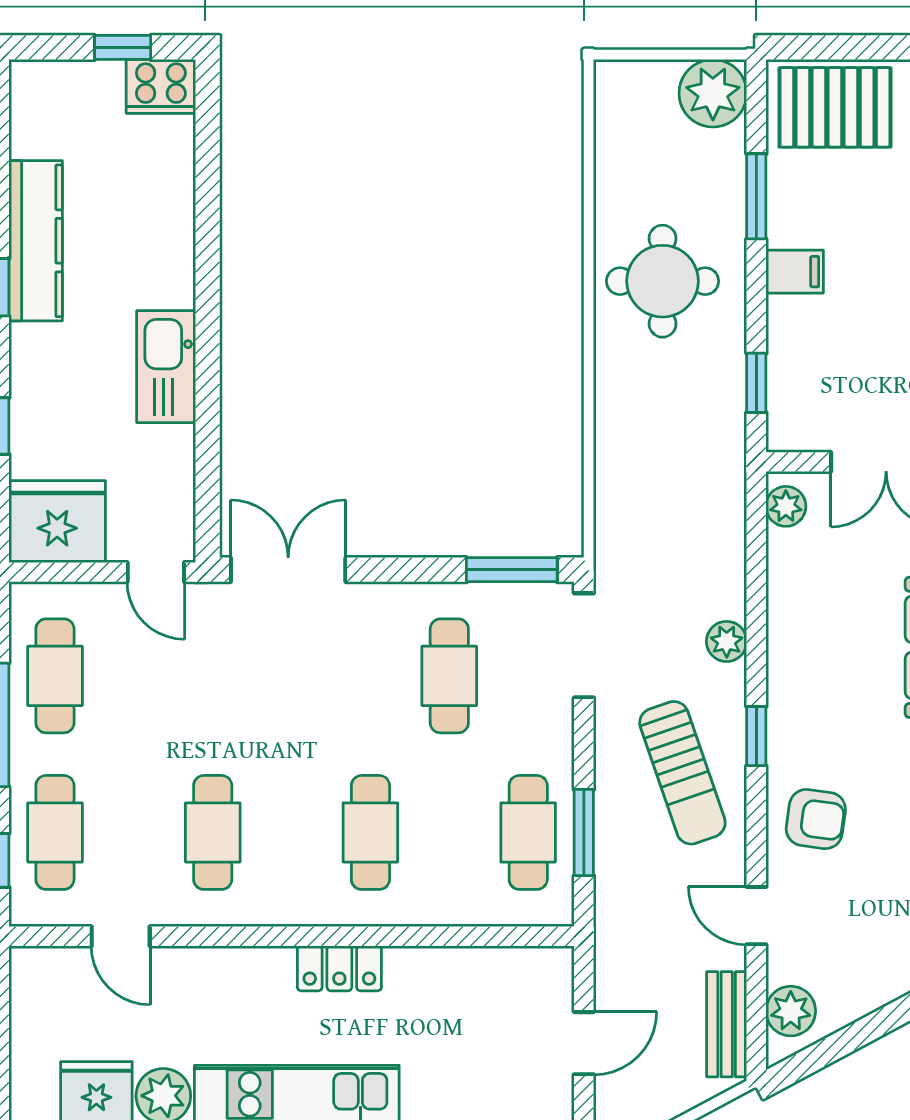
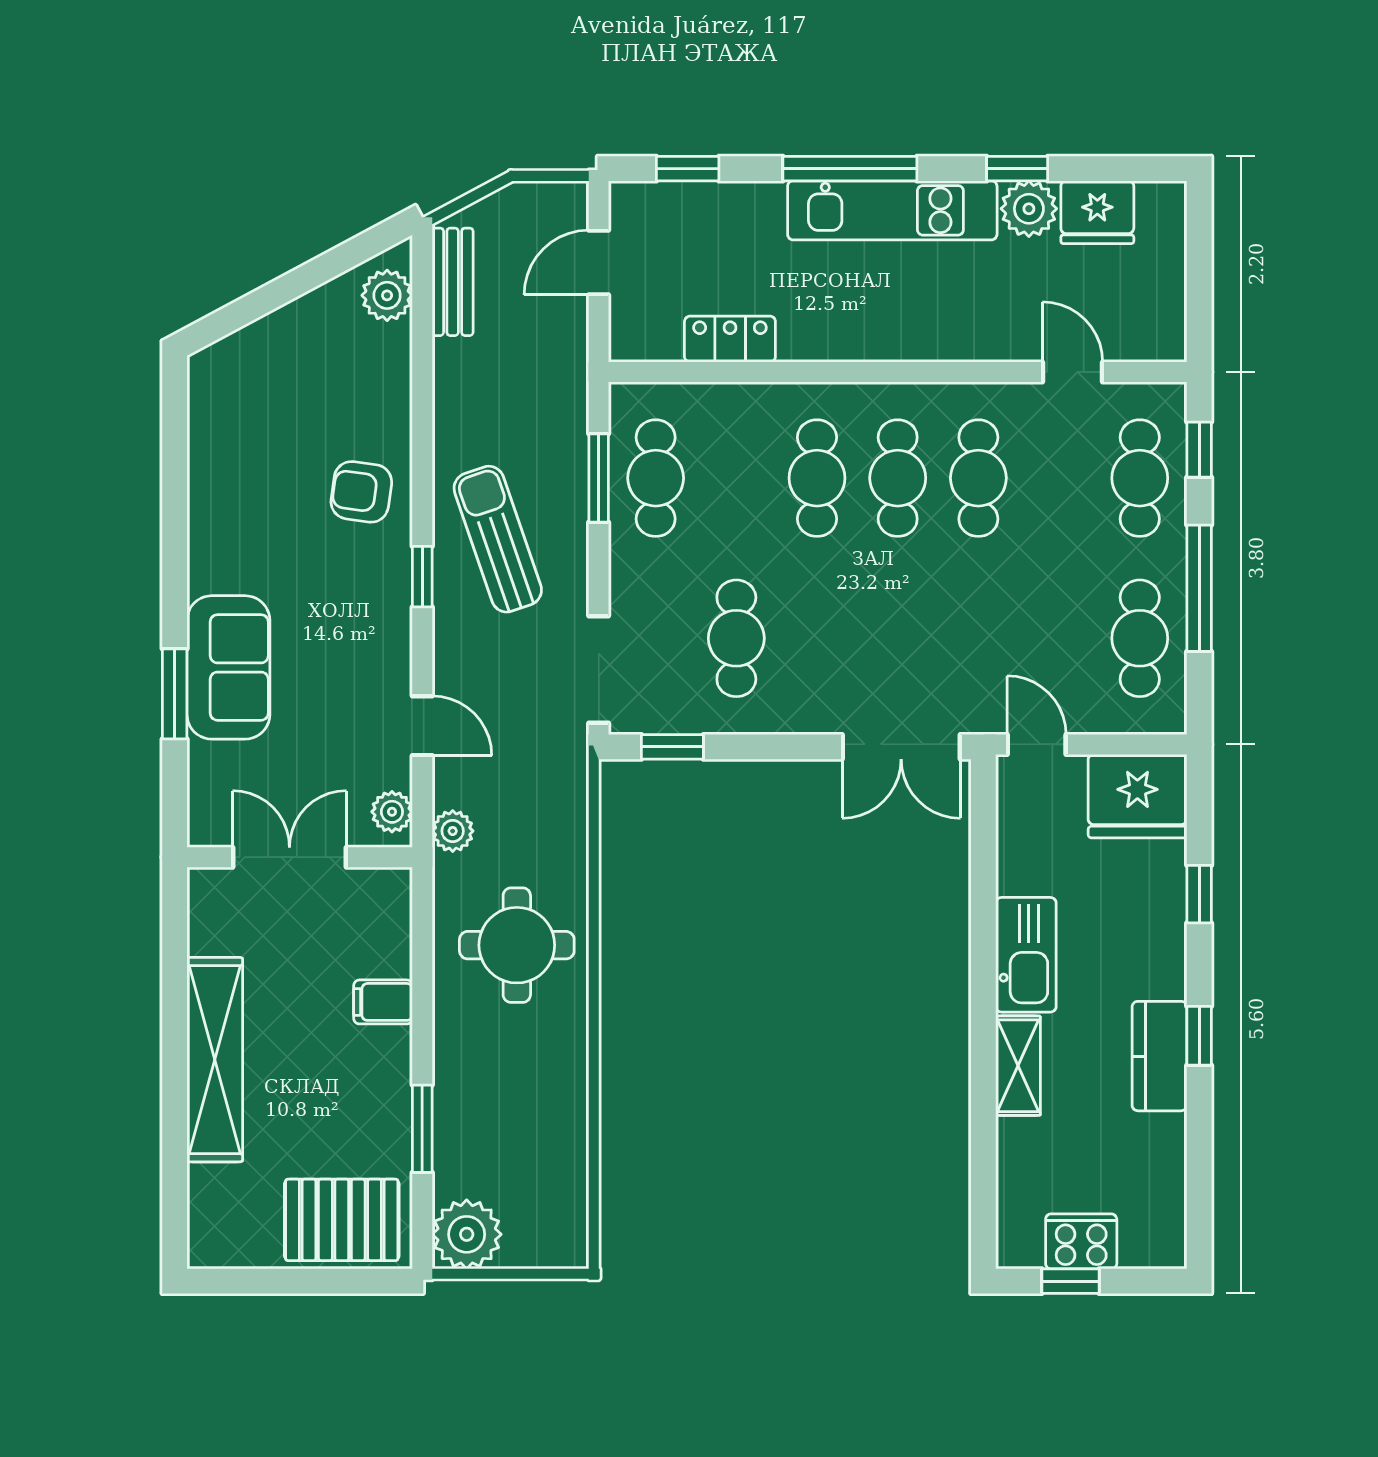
cooker: (161, 86) -> (1081, 1241), moved
kitchen counter: (36, 241) -> (1160, 1056), width x0.67
shelving: (174, 258) -> (1018, 1066), added
filing cabinet: (795, 272) -> (383, 1002), moved
round table: (663, 281) -> (517, 945), moved
window: (756, 383) -> (422, 938), removed
window: (512, 570) -> (672, 747), width x0.67
plant: (727, 641) -> (453, 831), moved
cafe table: (292, 832) -> (898, 478), added
door: (756, 916) -> (422, 726), moved
locker: (339, 968) -> (730, 339), moved

